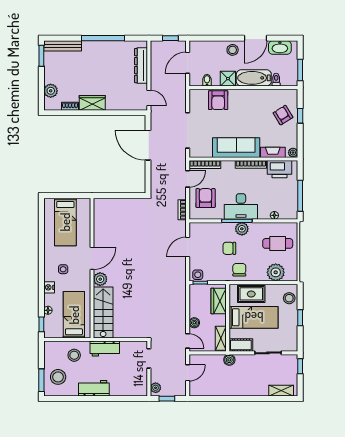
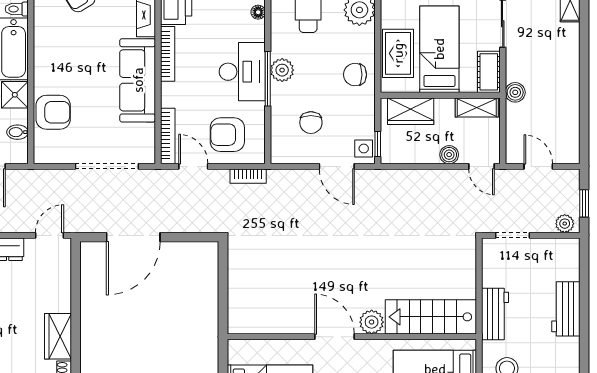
door: (188, 247) -> (337, 166), moved
chair: (229, 248) -> (311, 123), moved
door: (188, 341) -> (482, 166), swing flipped
workbench: (94, 388) -> (566, 309), moved

